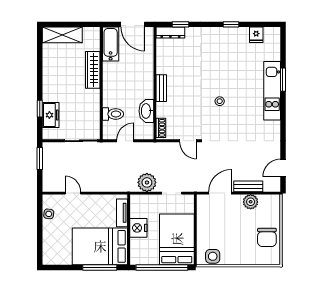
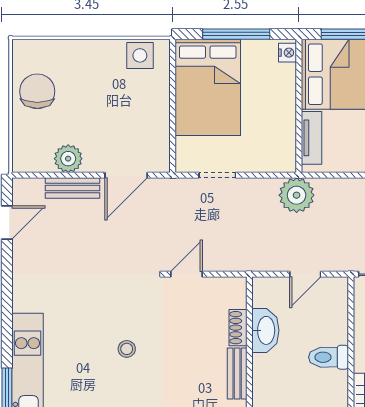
toilet: (113, 114) -> (329, 357), moved
shoe rack: (161, 128) -> (238, 328), moved
door: (188, 141) -> (186, 274), hinge flipped
plant: (147, 182) -> (297, 195), moved
nightstand: (138, 228) -> (287, 53), moved, width x0.53, depth x0.56
window: (162, 268) -> (236, 34), width x0.68

